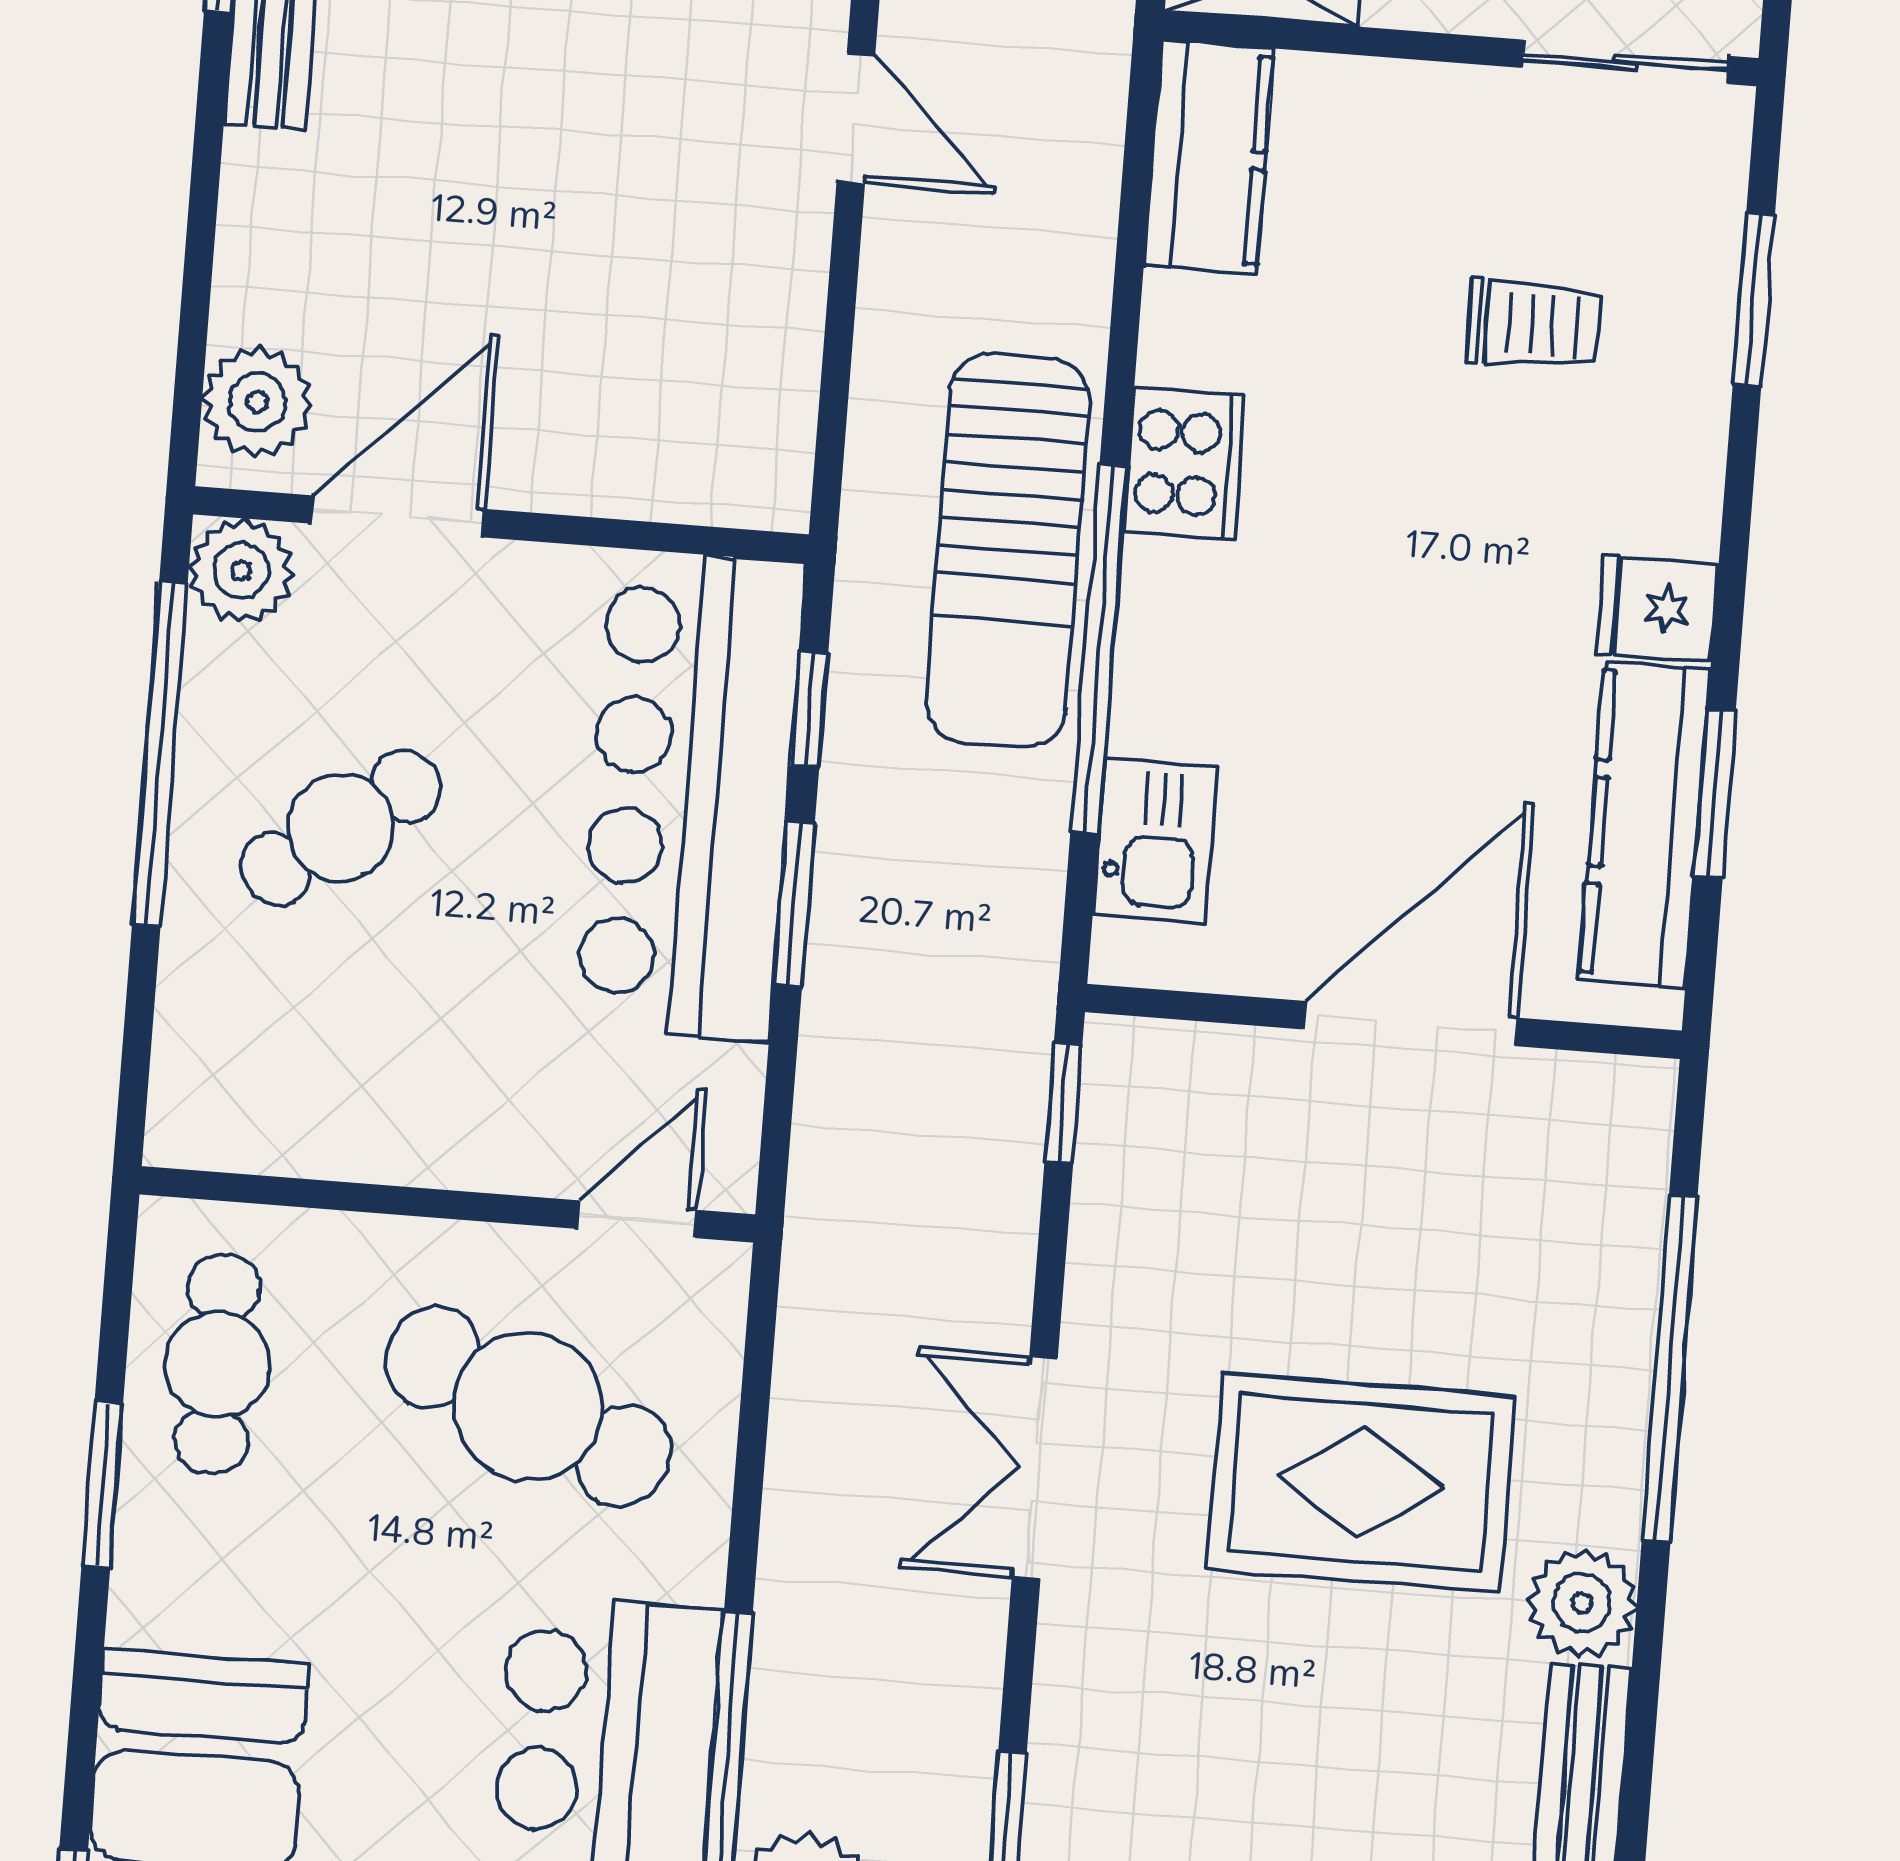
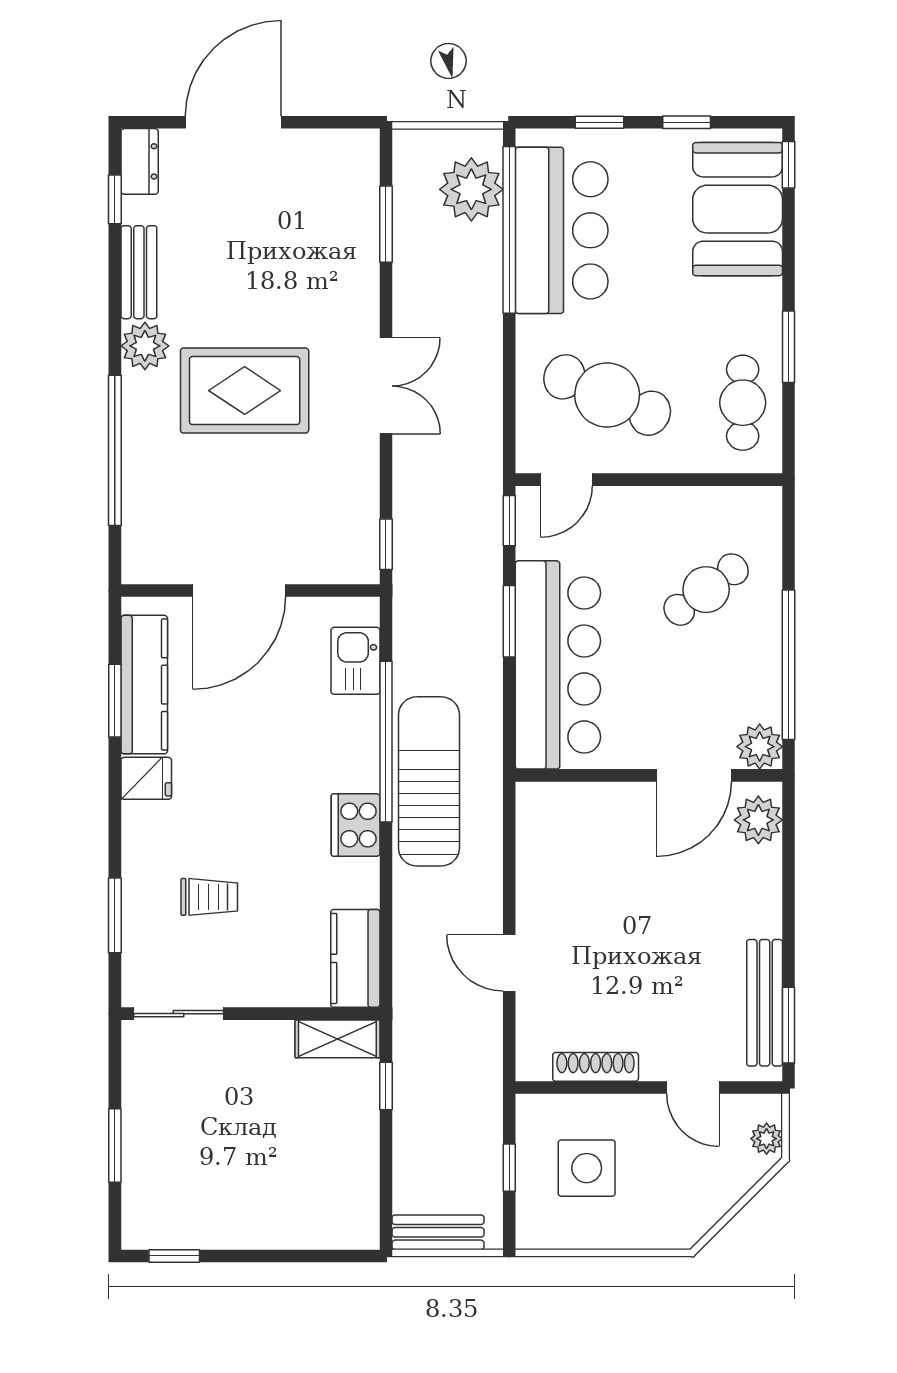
trolley: (1534, 325) -> (209, 897), turned 180
window: (809, 709) -> (509, 521), moved
cafe table: (341, 828) -> (706, 590), moved

